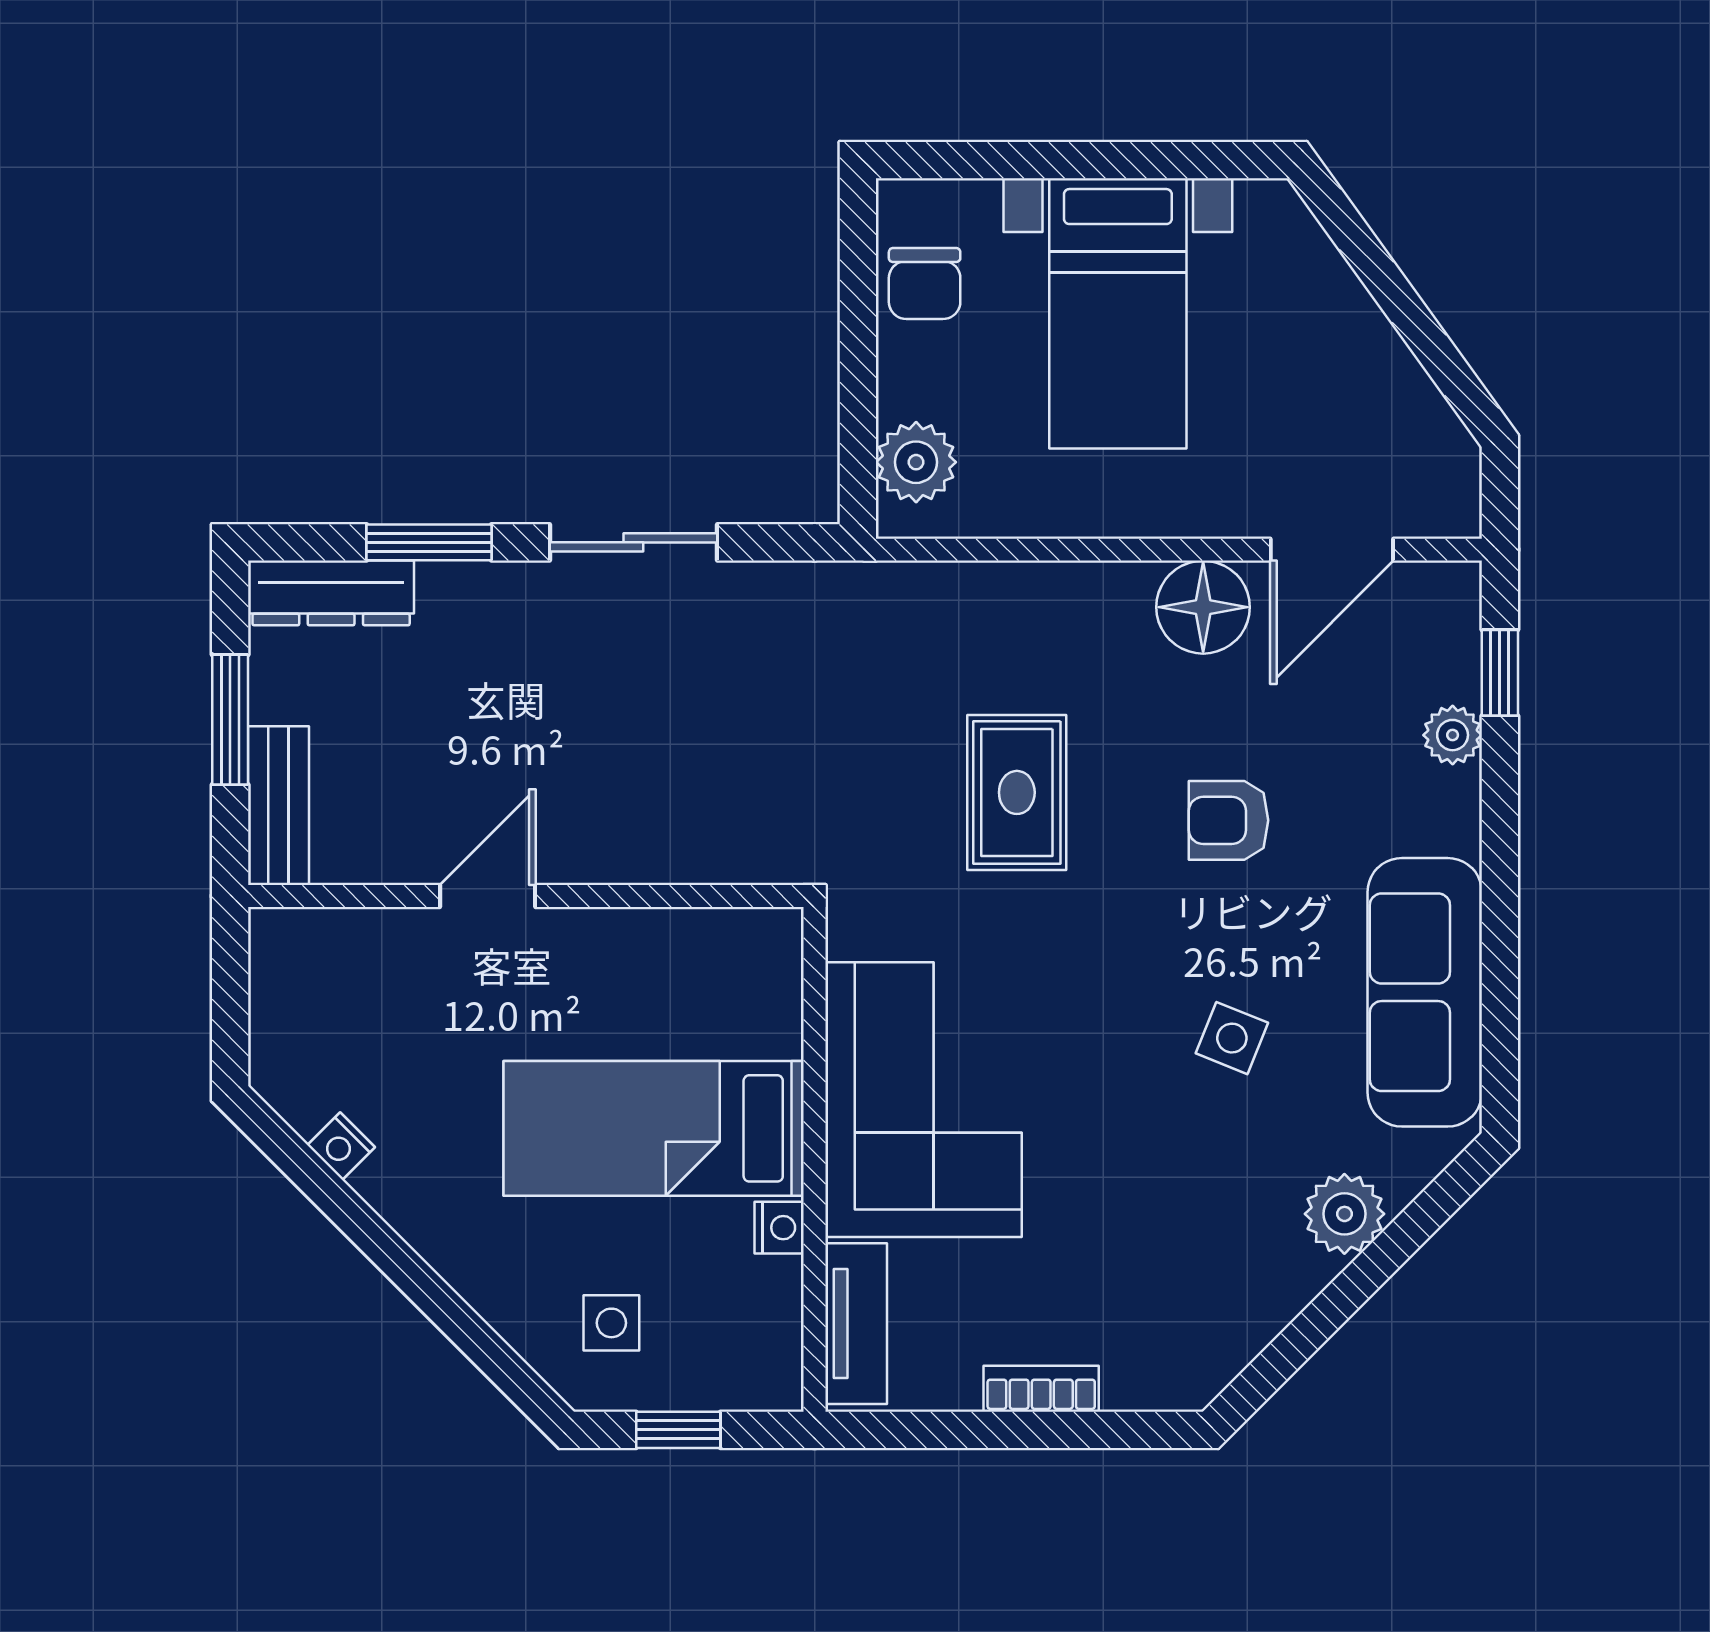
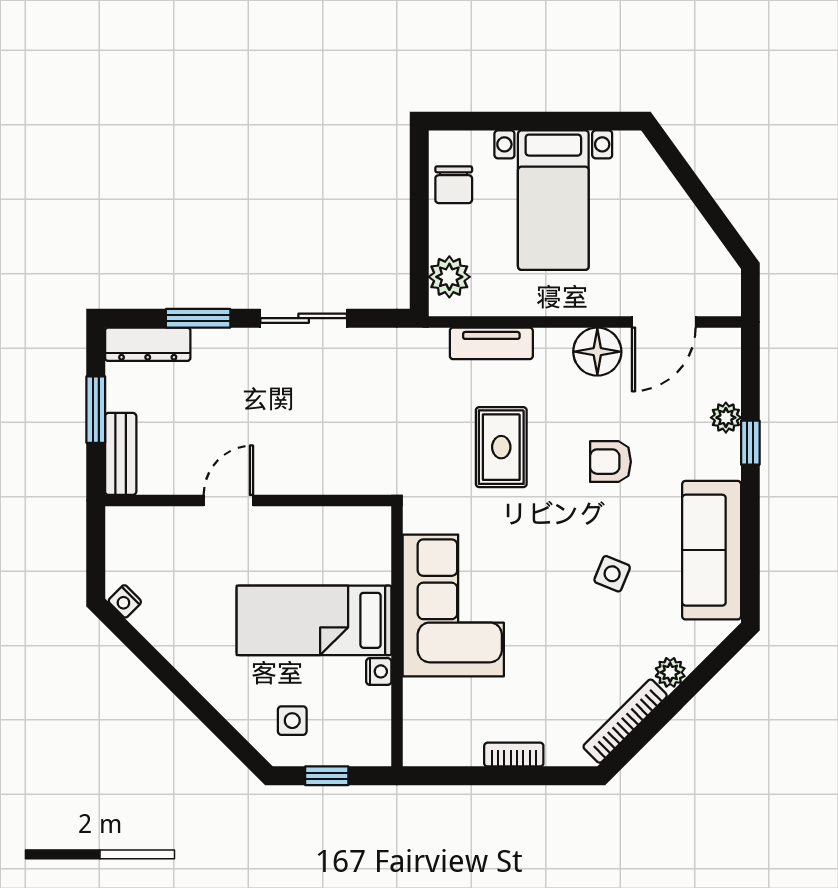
window: (1500, 673) -> (750, 443), moved
nightstand: (341, 1146) -> (125, 601), moved
plant: (1344, 1214) -> (670, 672), width x0.73, depth x0.73
tv unit: (856, 1324) -> (491, 343), moved, turned 90
bookcase: (1257, 1324) -> (625, 721), added

